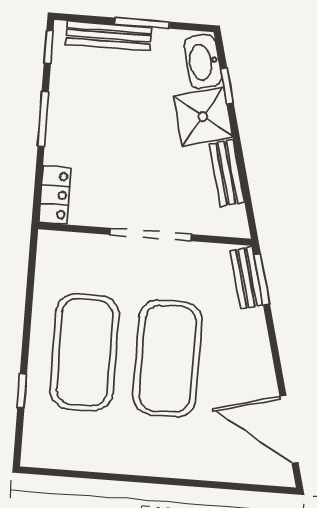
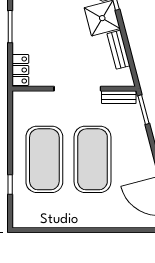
bench: (247, 278) -> (119, 97), moved, turned -75

